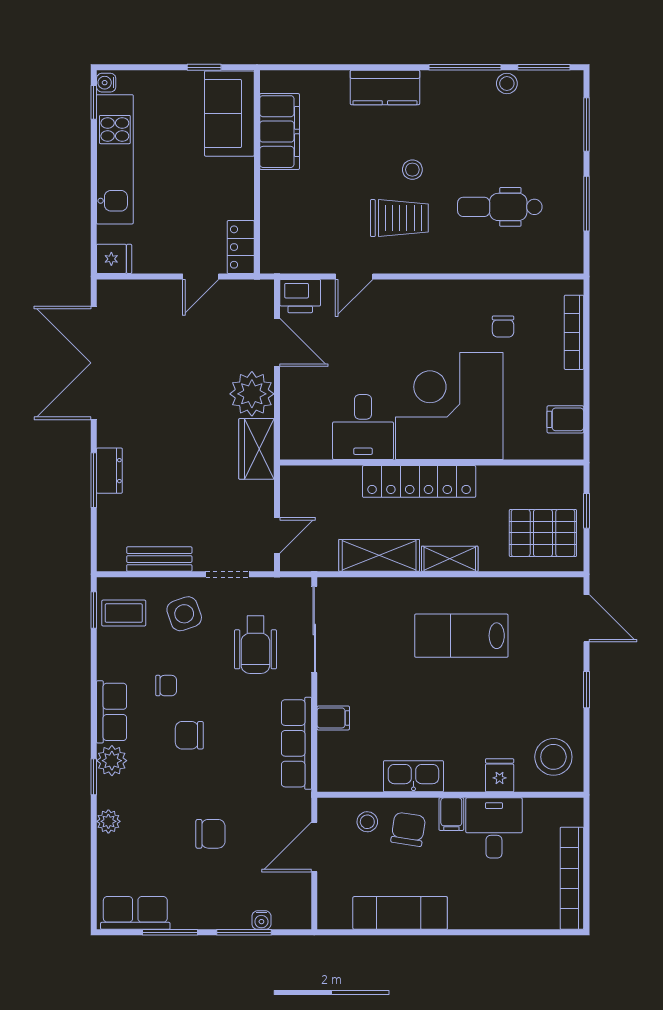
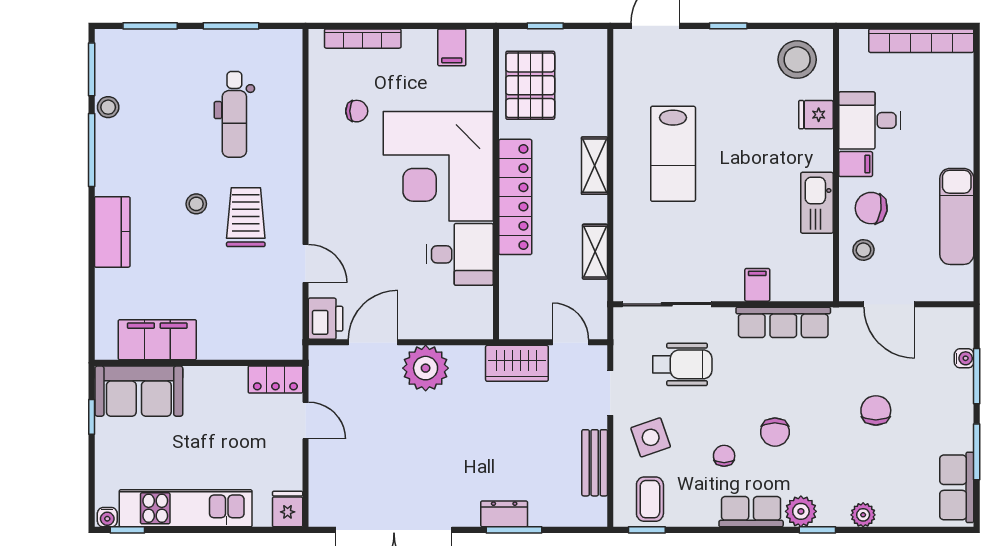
wardrobe: (257, 449) -> (517, 363), moved
pallet: (543, 533) -> (530, 85), moved
shelving: (379, 555) -> (595, 252), width x0.67, depth x0.75

